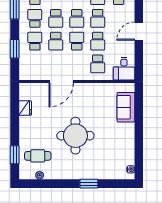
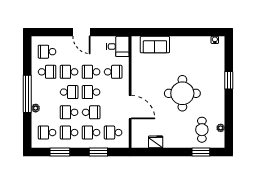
school desk: (56, 18) -> (69, 112), turned 180
school desk: (98, 18) -> (69, 72), turned 180
school desk: (98, 41) -> (91, 72), turned 180
school desk: (35, 64) -> (113, 133), added

